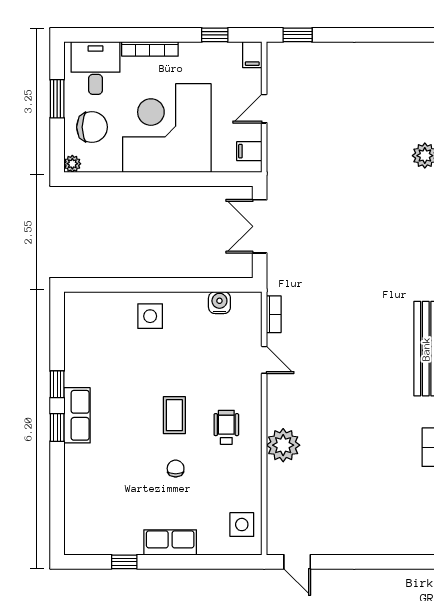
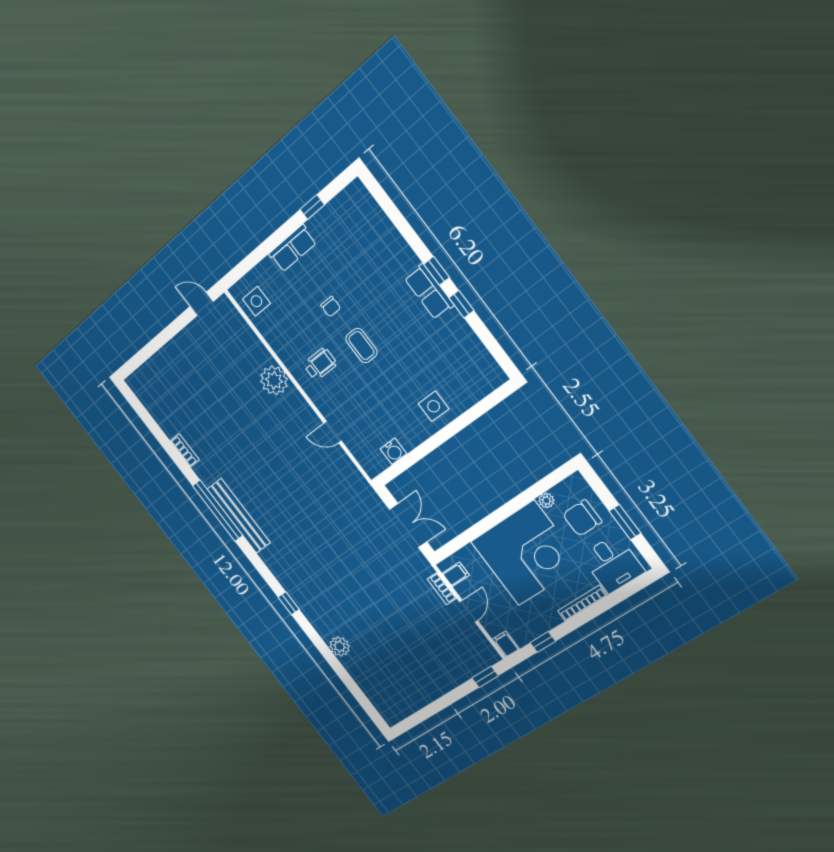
plant: (72, 164) -> (546, 501), moved
bookcase: (274, 314) -> (442, 589), moved
wheelchair: (226, 427) -> (320, 364), turned -90

